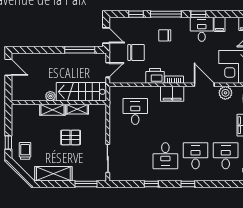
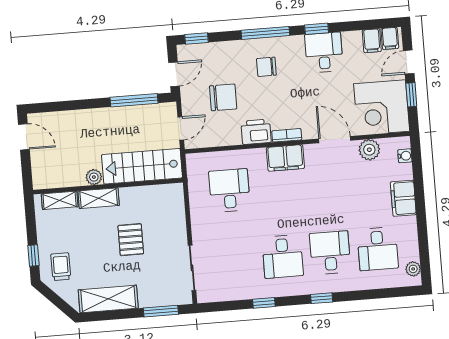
window: (136, 14) -> (196, 39), moved
filing cabinet: (219, 24) -> (372, 41), moved
door: (106, 35) -> (174, 74), hinge flipped
shelving: (77, 109) -> (60, 200), moved
pallet: (71, 137) -> (131, 240), turned 90
desk: (226, 156) -> (378, 249), turned 180

